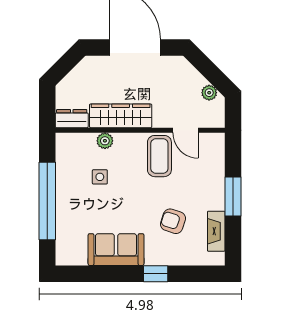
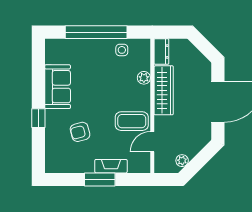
side table: (100, 177) -> (122, 50), moved
armchair: (173, 221) -> (80, 132), turned -123
fireplace: (216, 231) -> (111, 166), moved

